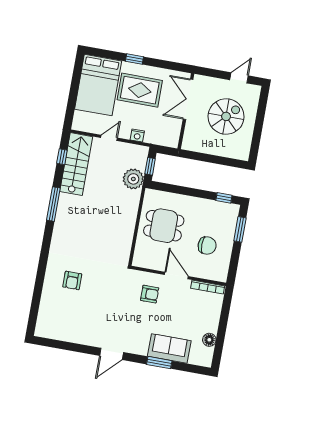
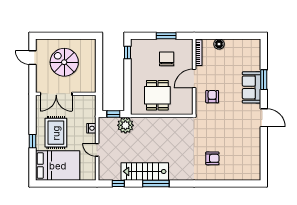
stairs: (76, 164) -> (145, 171), moved
window: (240, 229) -> (166, 36), moved
floor lamp: (209, 340) -> (219, 44), moved
sofa: (169, 348) -> (252, 87), moved

